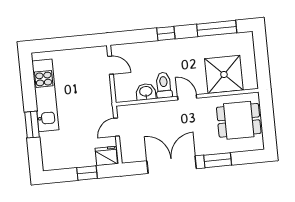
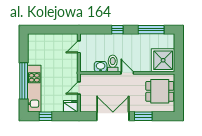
door: (110, 65) -> (79, 47), swing flipped
shower: (224, 74) -> (163, 60), moved
kitchen unit: (45, 95) -> (34, 89), moved
window: (32, 125) -> (24, 81), width x2.11
window: (87, 173) -> (46, 116), moved

